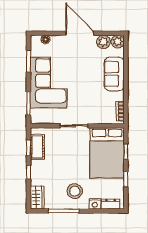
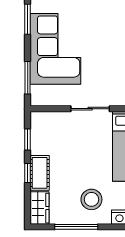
cot: (37, 147) -> (40, 173), moved

